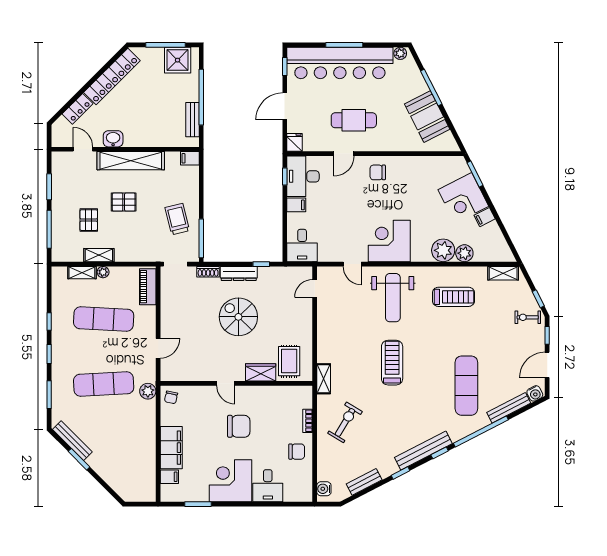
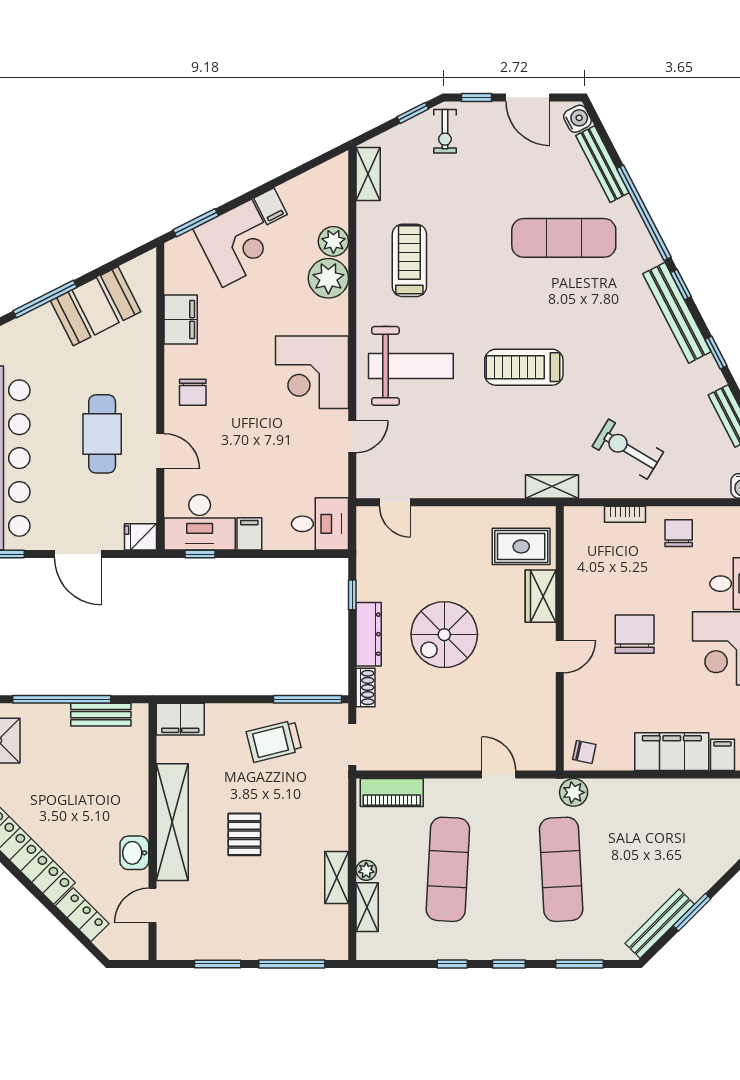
filing cabinet: (190, 158) -> (180, 719), width x2.00
filing cabinet: (420, 165) -> (181, 319), added
pallet: (89, 220) -> (276, 895), removed

